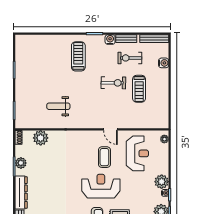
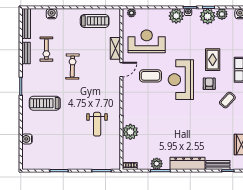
water cooler: (110, 40) -> (27, 139), moved
treadmill: (139, 89) -> (95, 21), moved
shelving: (131, 124) -> (115, 48), added
plant: (41, 138) -> (130, 132), moved

